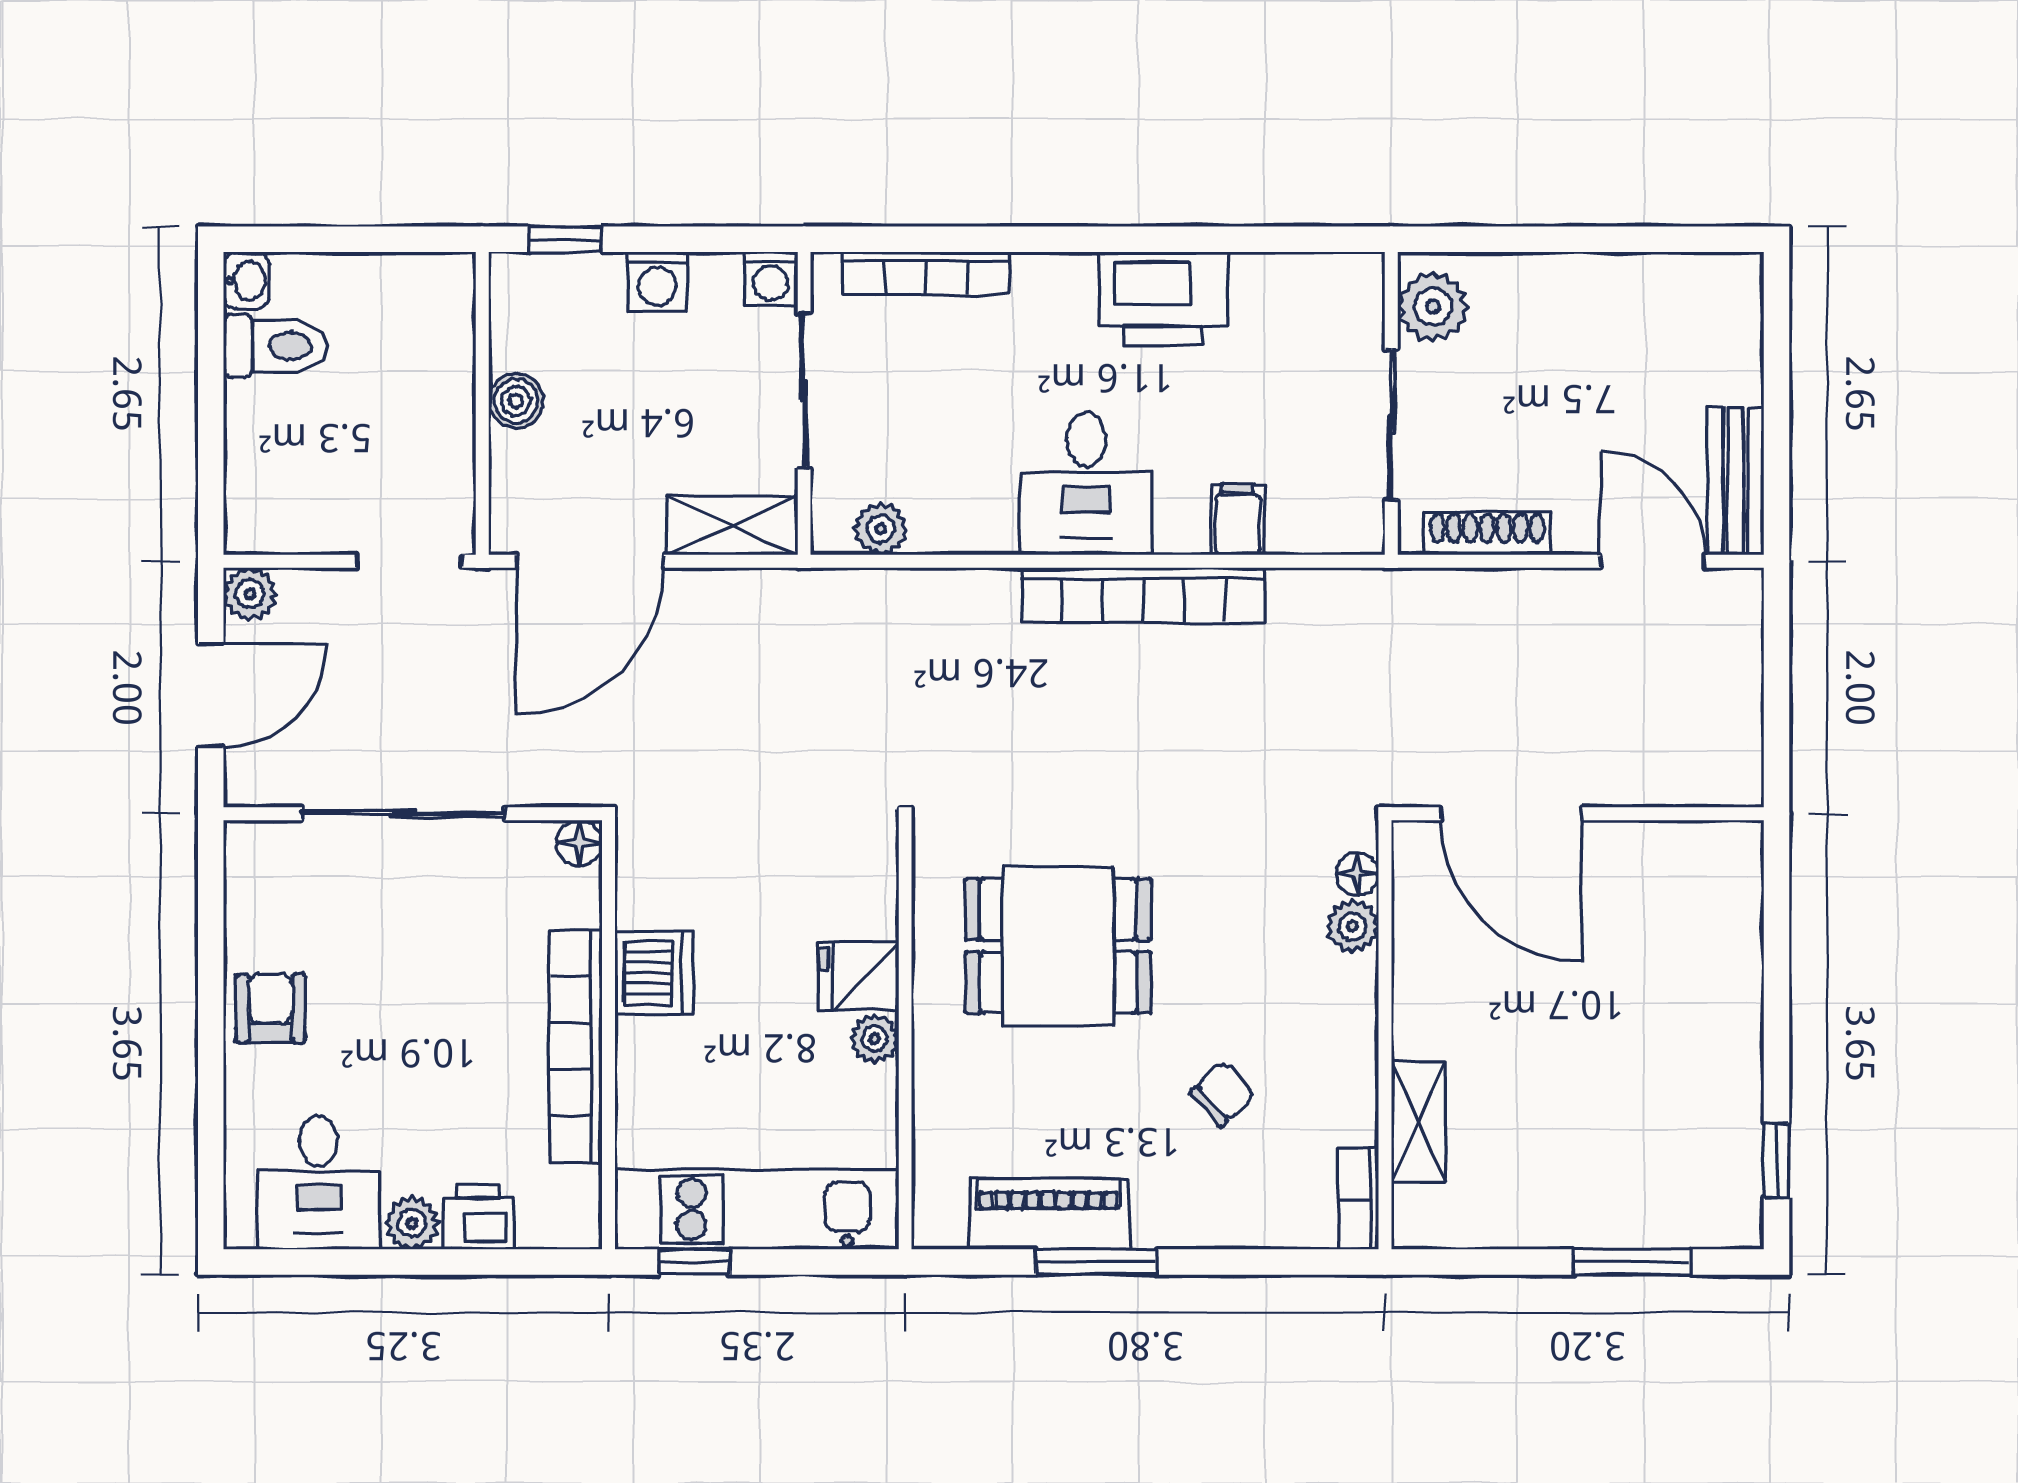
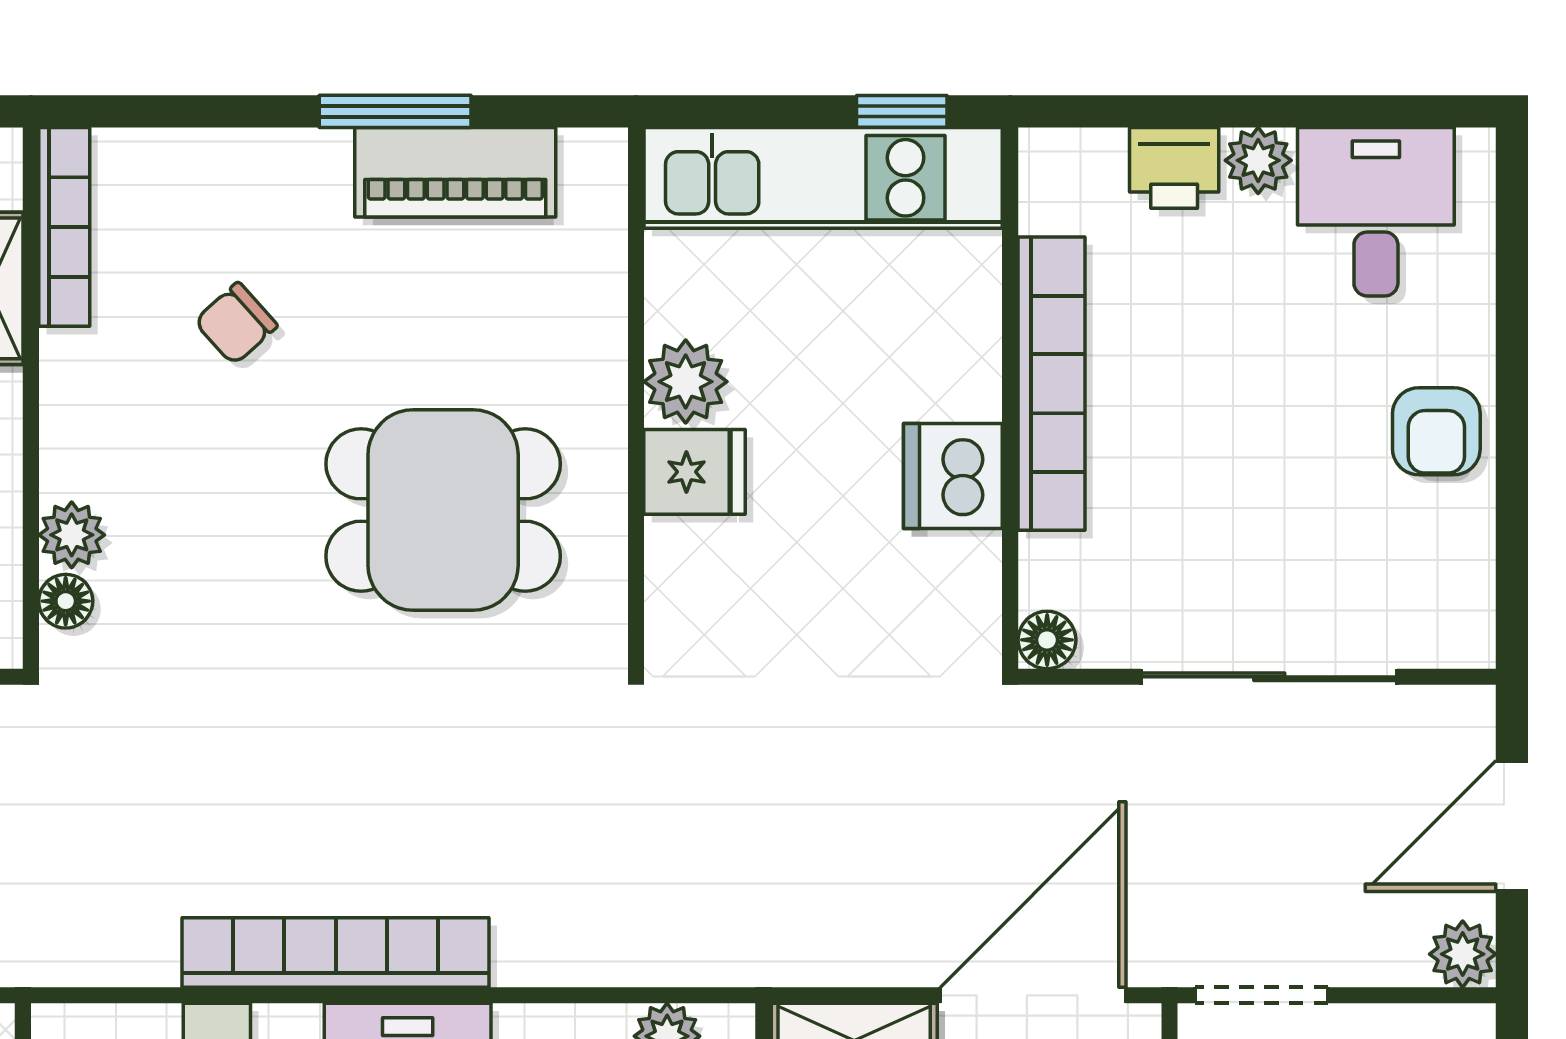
plant: (875, 1039) -> (686, 382), width x1.38, depth x1.38
bookcase: (1358, 1199) -> (64, 227), width x1.56

